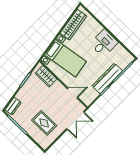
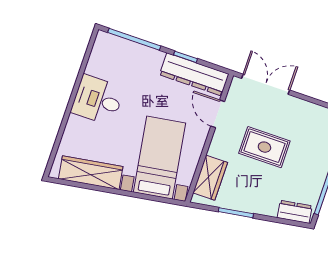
dresser: (107, 78) -> (194, 74), moved
rug: (44, 123) -> (264, 147), moved, turned 90

